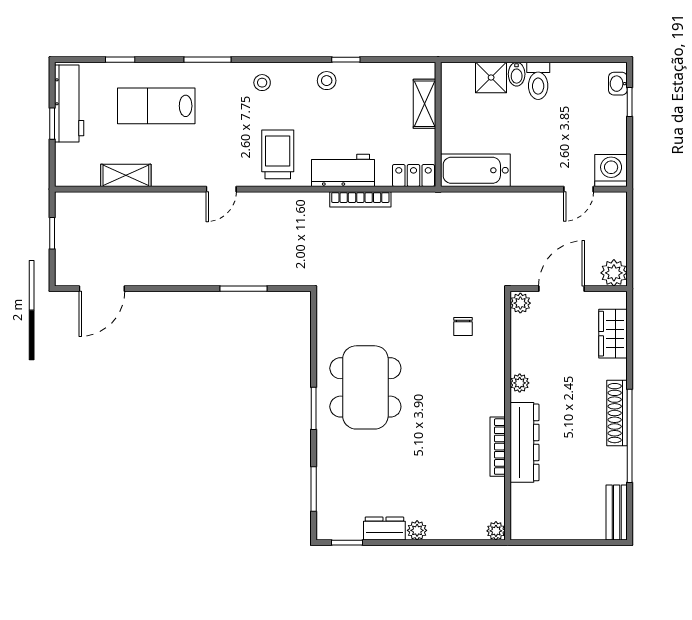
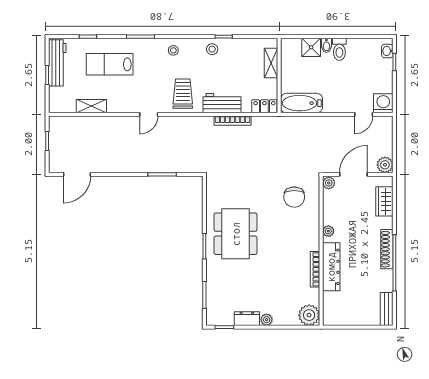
chair: (463, 326) -> (294, 197), width x1.87, depth x1.87
plant: (496, 531) -> (309, 315), width x1.87, depth x1.87

